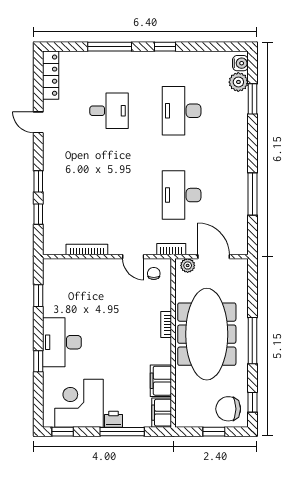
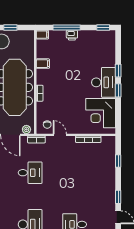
window: (38, 181) -> (118, 197), moved
desk: (182, 195) -> (30, 173), width x0.73
window: (38, 296) -> (118, 90), moved
filing cabinet: (161, 381) -> (43, 64), width x0.50
corner desk: (79, 403) -> (101, 113), moved, turned 90
filing cabinet: (162, 413) -> (42, 35), width x0.50

